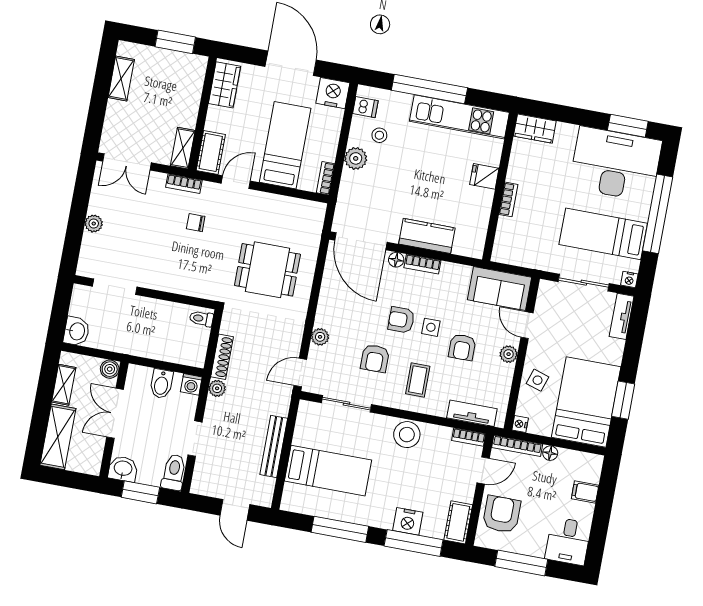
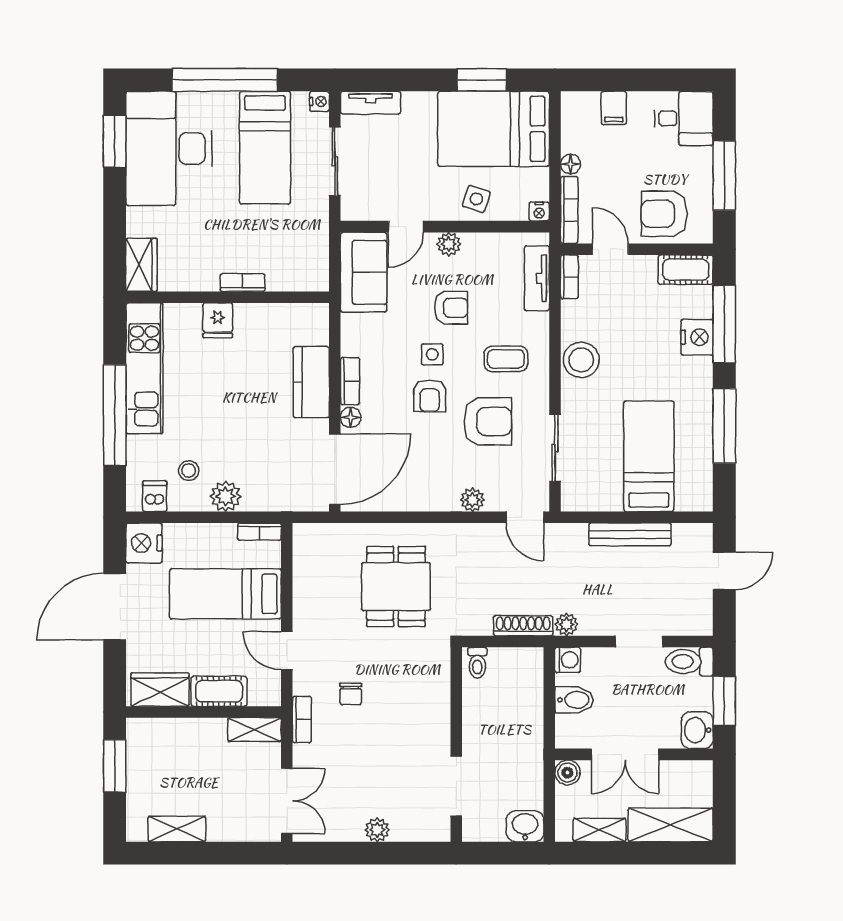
cot: (211, 152) -> (219, 691), moved
armchair: (375, 358) -> (488, 421), width x1.38, depth x1.38

